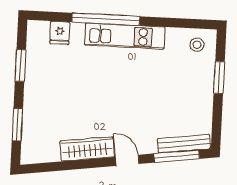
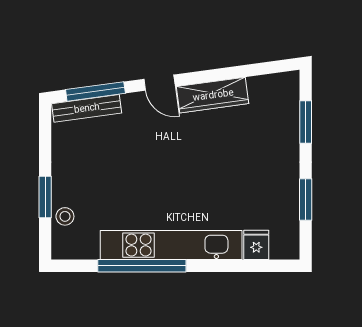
window: (106, 19) -> (142, 266), moved
kitchen unit: (125, 36) -> (171, 245), width x1.36
stool: (197, 45) -> (65, 216), moved

